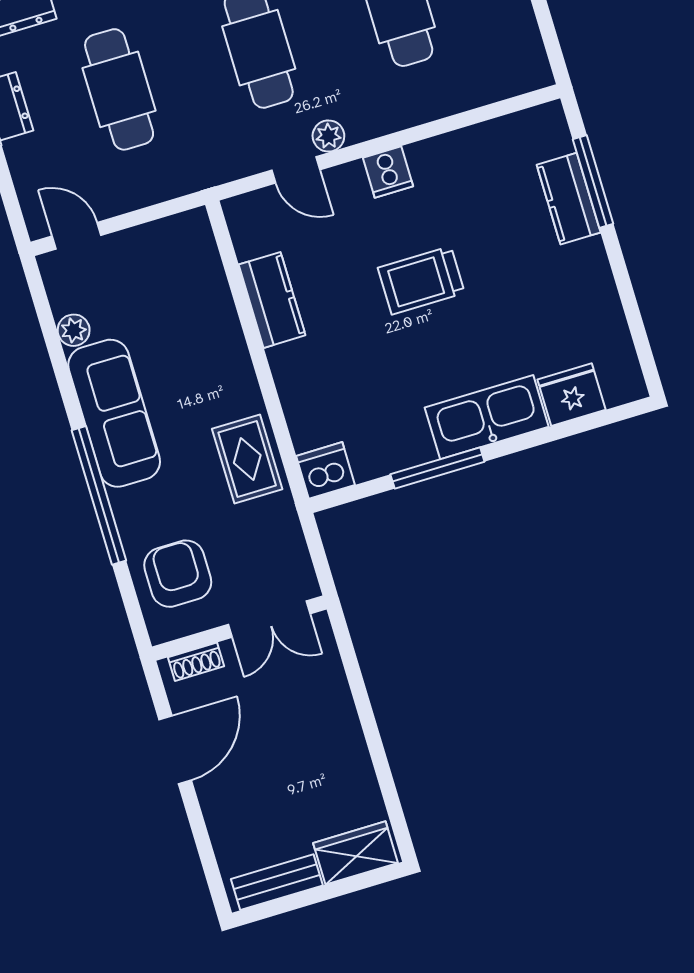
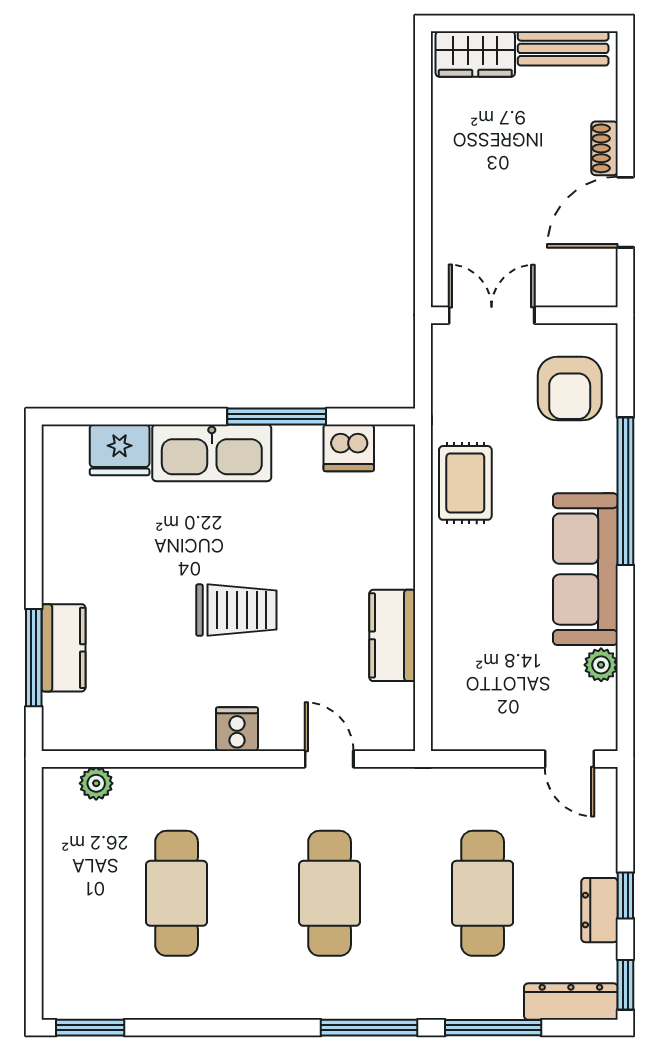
plant: (328, 136) -> (96, 783), moved
dishwasher: (325, 470) -> (349, 448), moved
shoe rack: (196, 662) -> (605, 148), moved, turned -90

